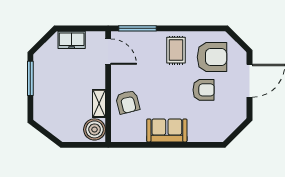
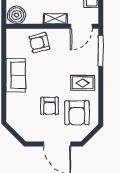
shelving: (99, 103) -> (55, 19), moved

